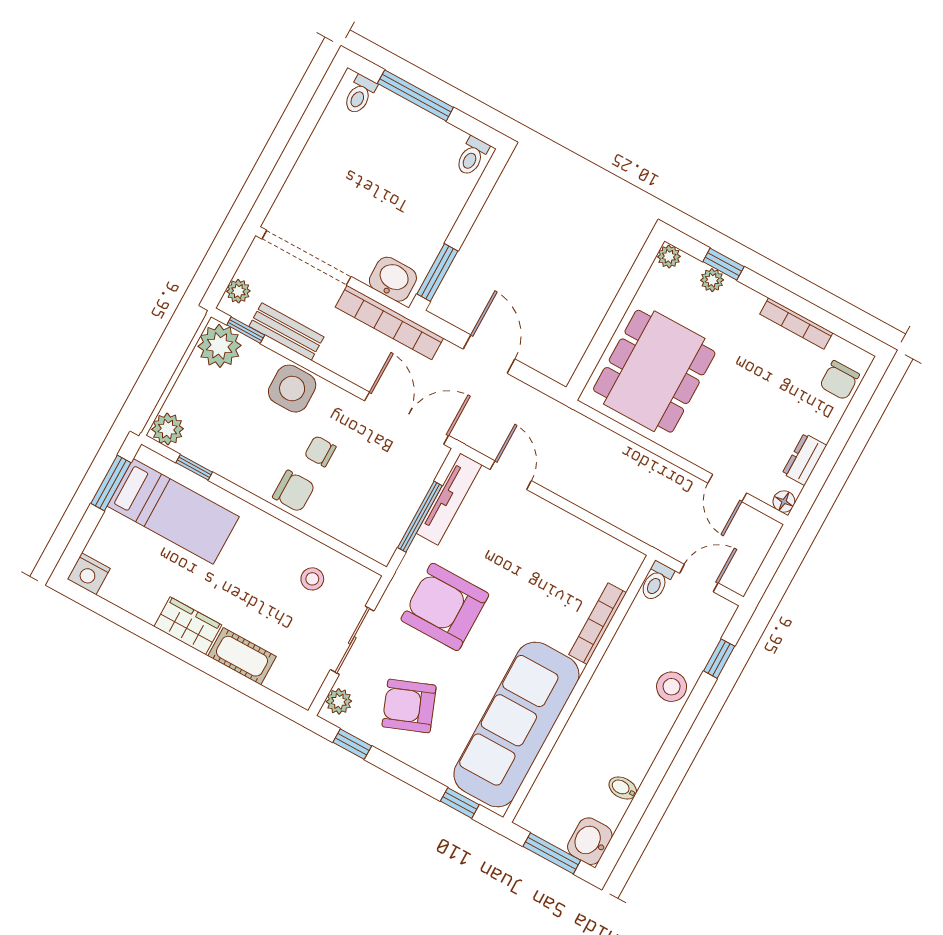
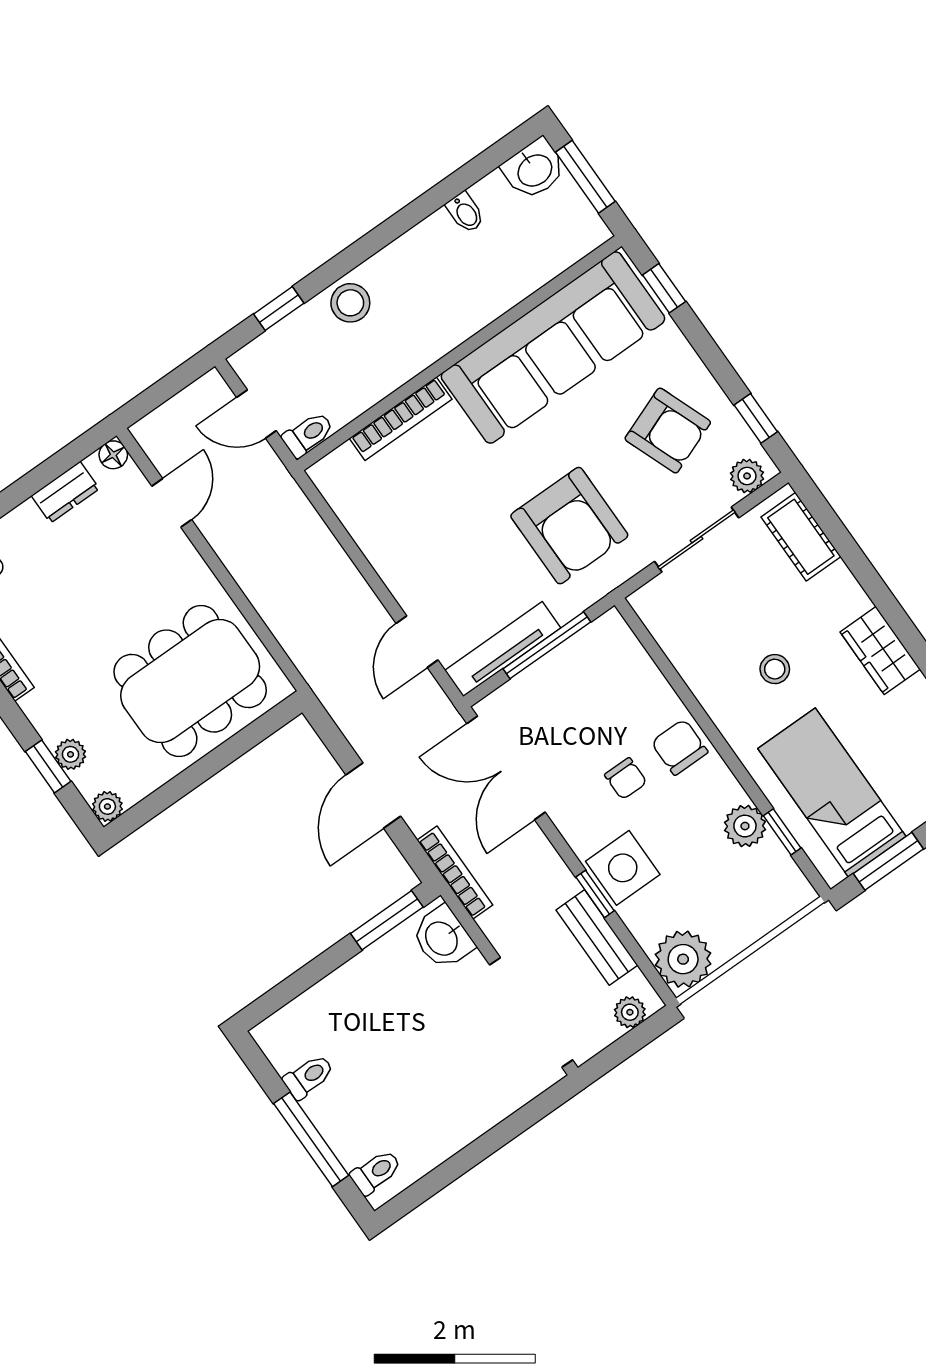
toilet: (472, 156) -> (309, 1077), moved
bookcase: (389, 323) -> (455, 873), width x0.68, depth x0.76
window: (246, 330) -> (595, 894), moved
plant: (168, 429) -> (745, 826), moved
stool: (312, 579) -> (775, 669), moved
cot: (242, 656) -> (801, 537), moved

